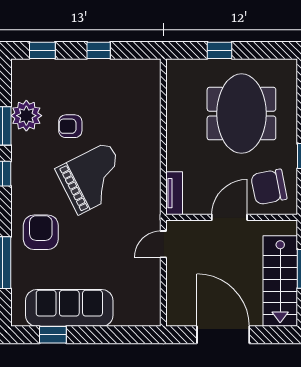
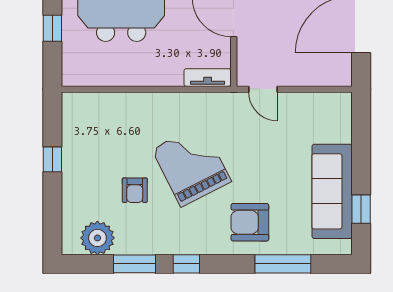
window: (42, 50) -> (52, 221), removed
plant: (26, 116) -> (97, 238), moved

